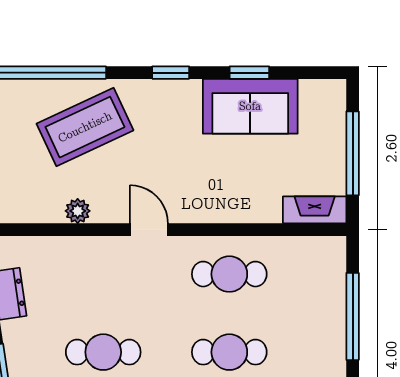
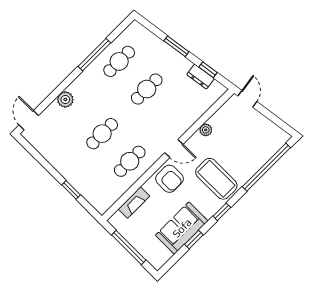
coffee table: (85, 127) -> (216, 179), moved, turned -65
armchair: (198, 193) -> (169, 179), added
fireplace: (315, 210) -> (134, 203), moved
window: (353, 316) -> (71, 190), width x0.46

